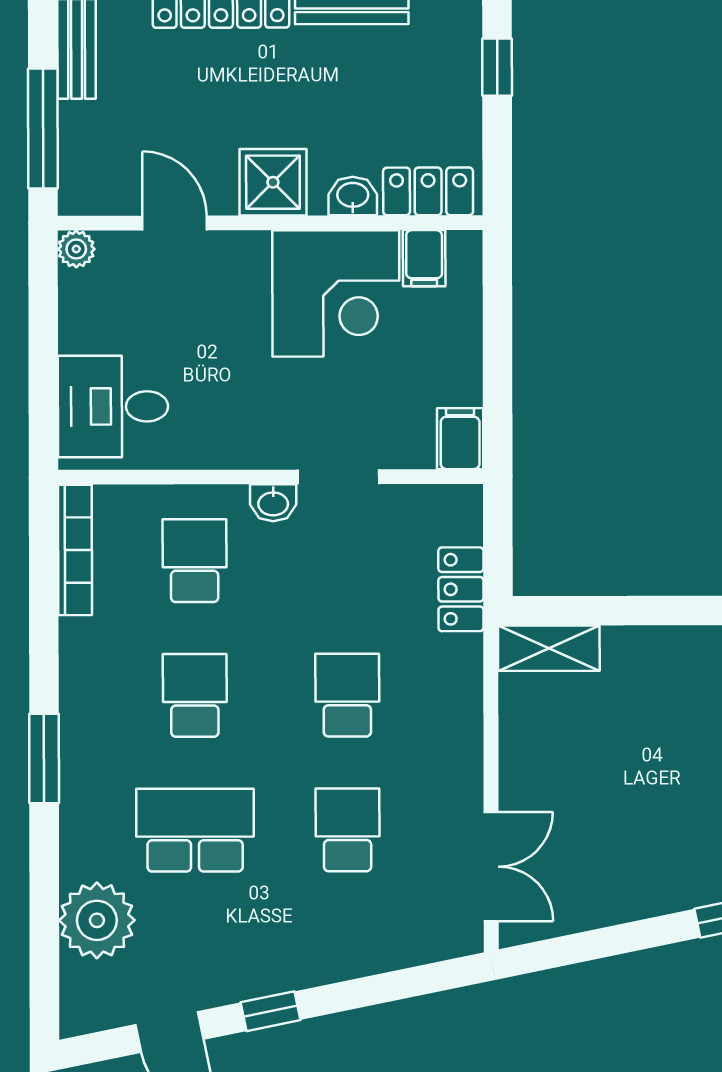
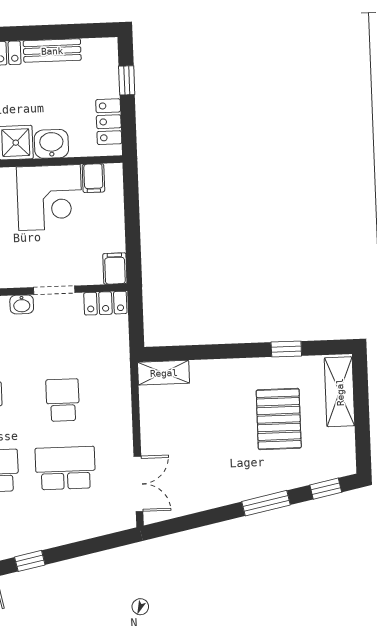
locker: (428, 191) -> (109, 122), moved, turned -90
washbasin: (353, 196) -> (51, 144), width x1.38, depth x1.45
locker: (461, 589) -> (105, 303), moved, turned -90
school desk: (348, 830) -> (65, 468), width x1.85

